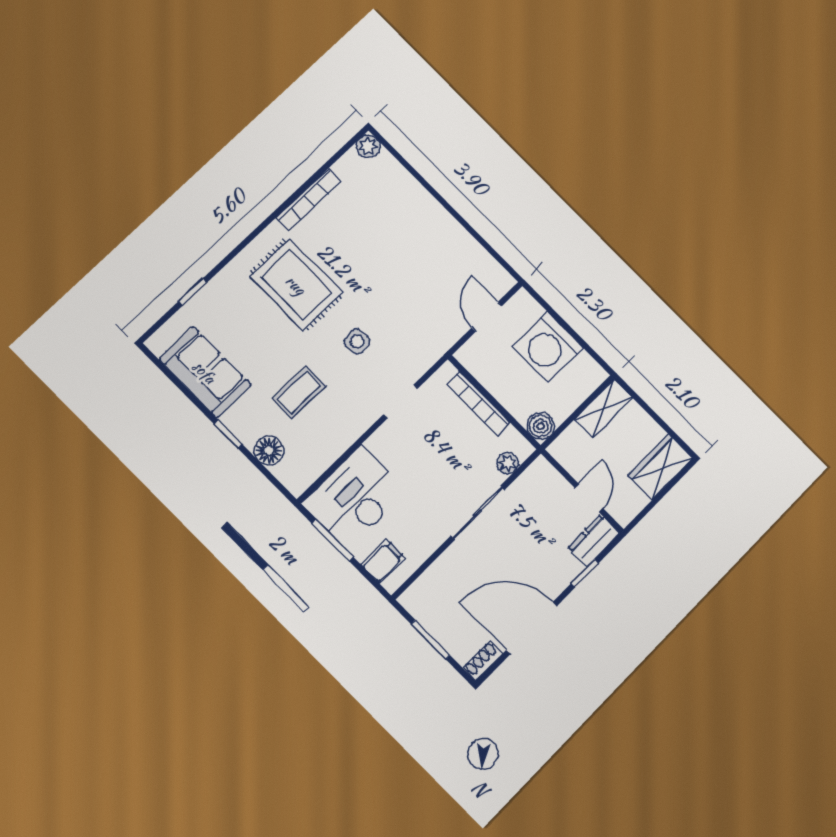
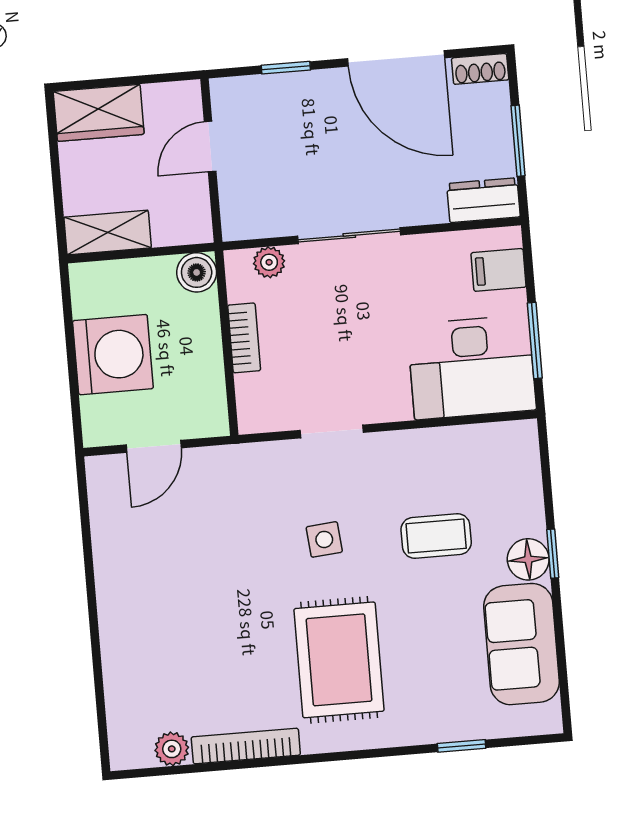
plant: (368, 146) -> (172, 749), moved
bookcase: (478, 403) -> (244, 338), width x0.64
floor lamp: (269, 451) -> (528, 559), moved
dresser: (593, 541) -> (483, 200), moved, turned 180

